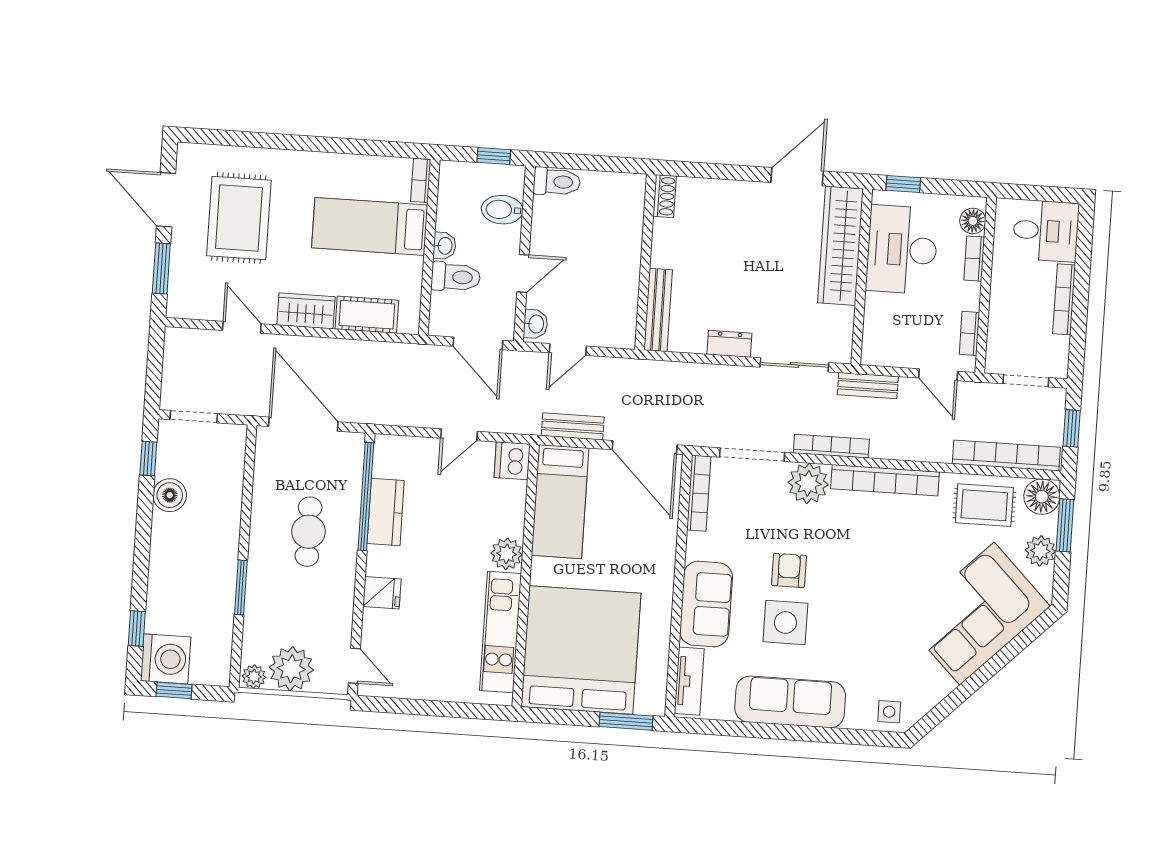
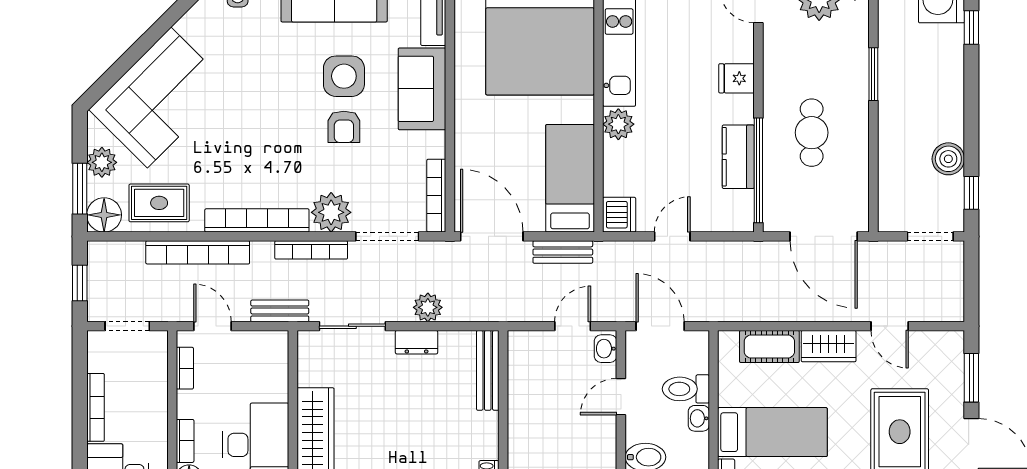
plant: (715, 379) -> (428, 307), added
bookcase: (1006, 456) -> (198, 252), moved

